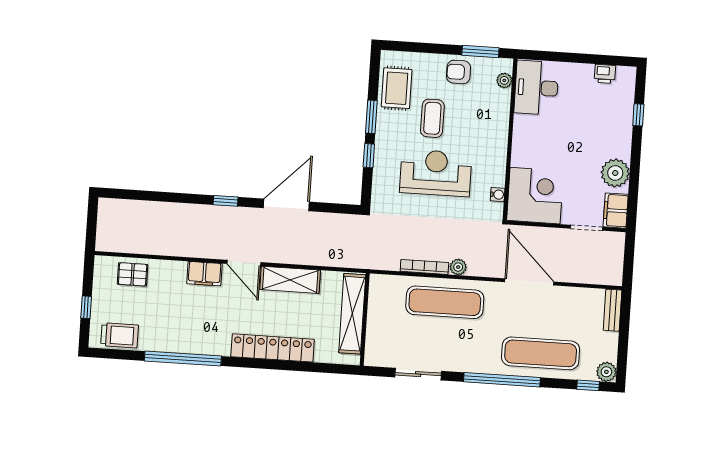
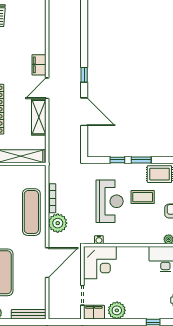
plant: (458, 267) -> (58, 223), width x1.87, depth x1.87
pallet: (133, 274) -> (36, 21), removed
bench: (613, 310) -> (29, 314), width x1.36

